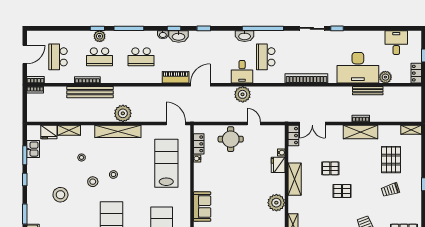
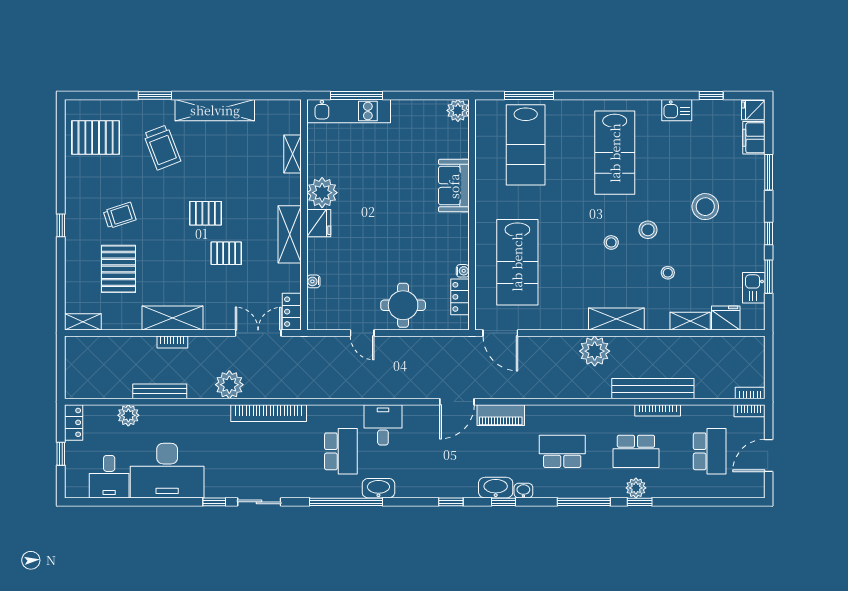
school desk: (99, 57) -> (636, 451), turned 180
desk: (358, 68) -> (167, 471), moved, turned 180
plant: (243, 94) -> (229, 385), moved
shelving: (118, 131) -> (616, 319), width x0.68
fridge: (278, 165) -> (319, 223), moved

